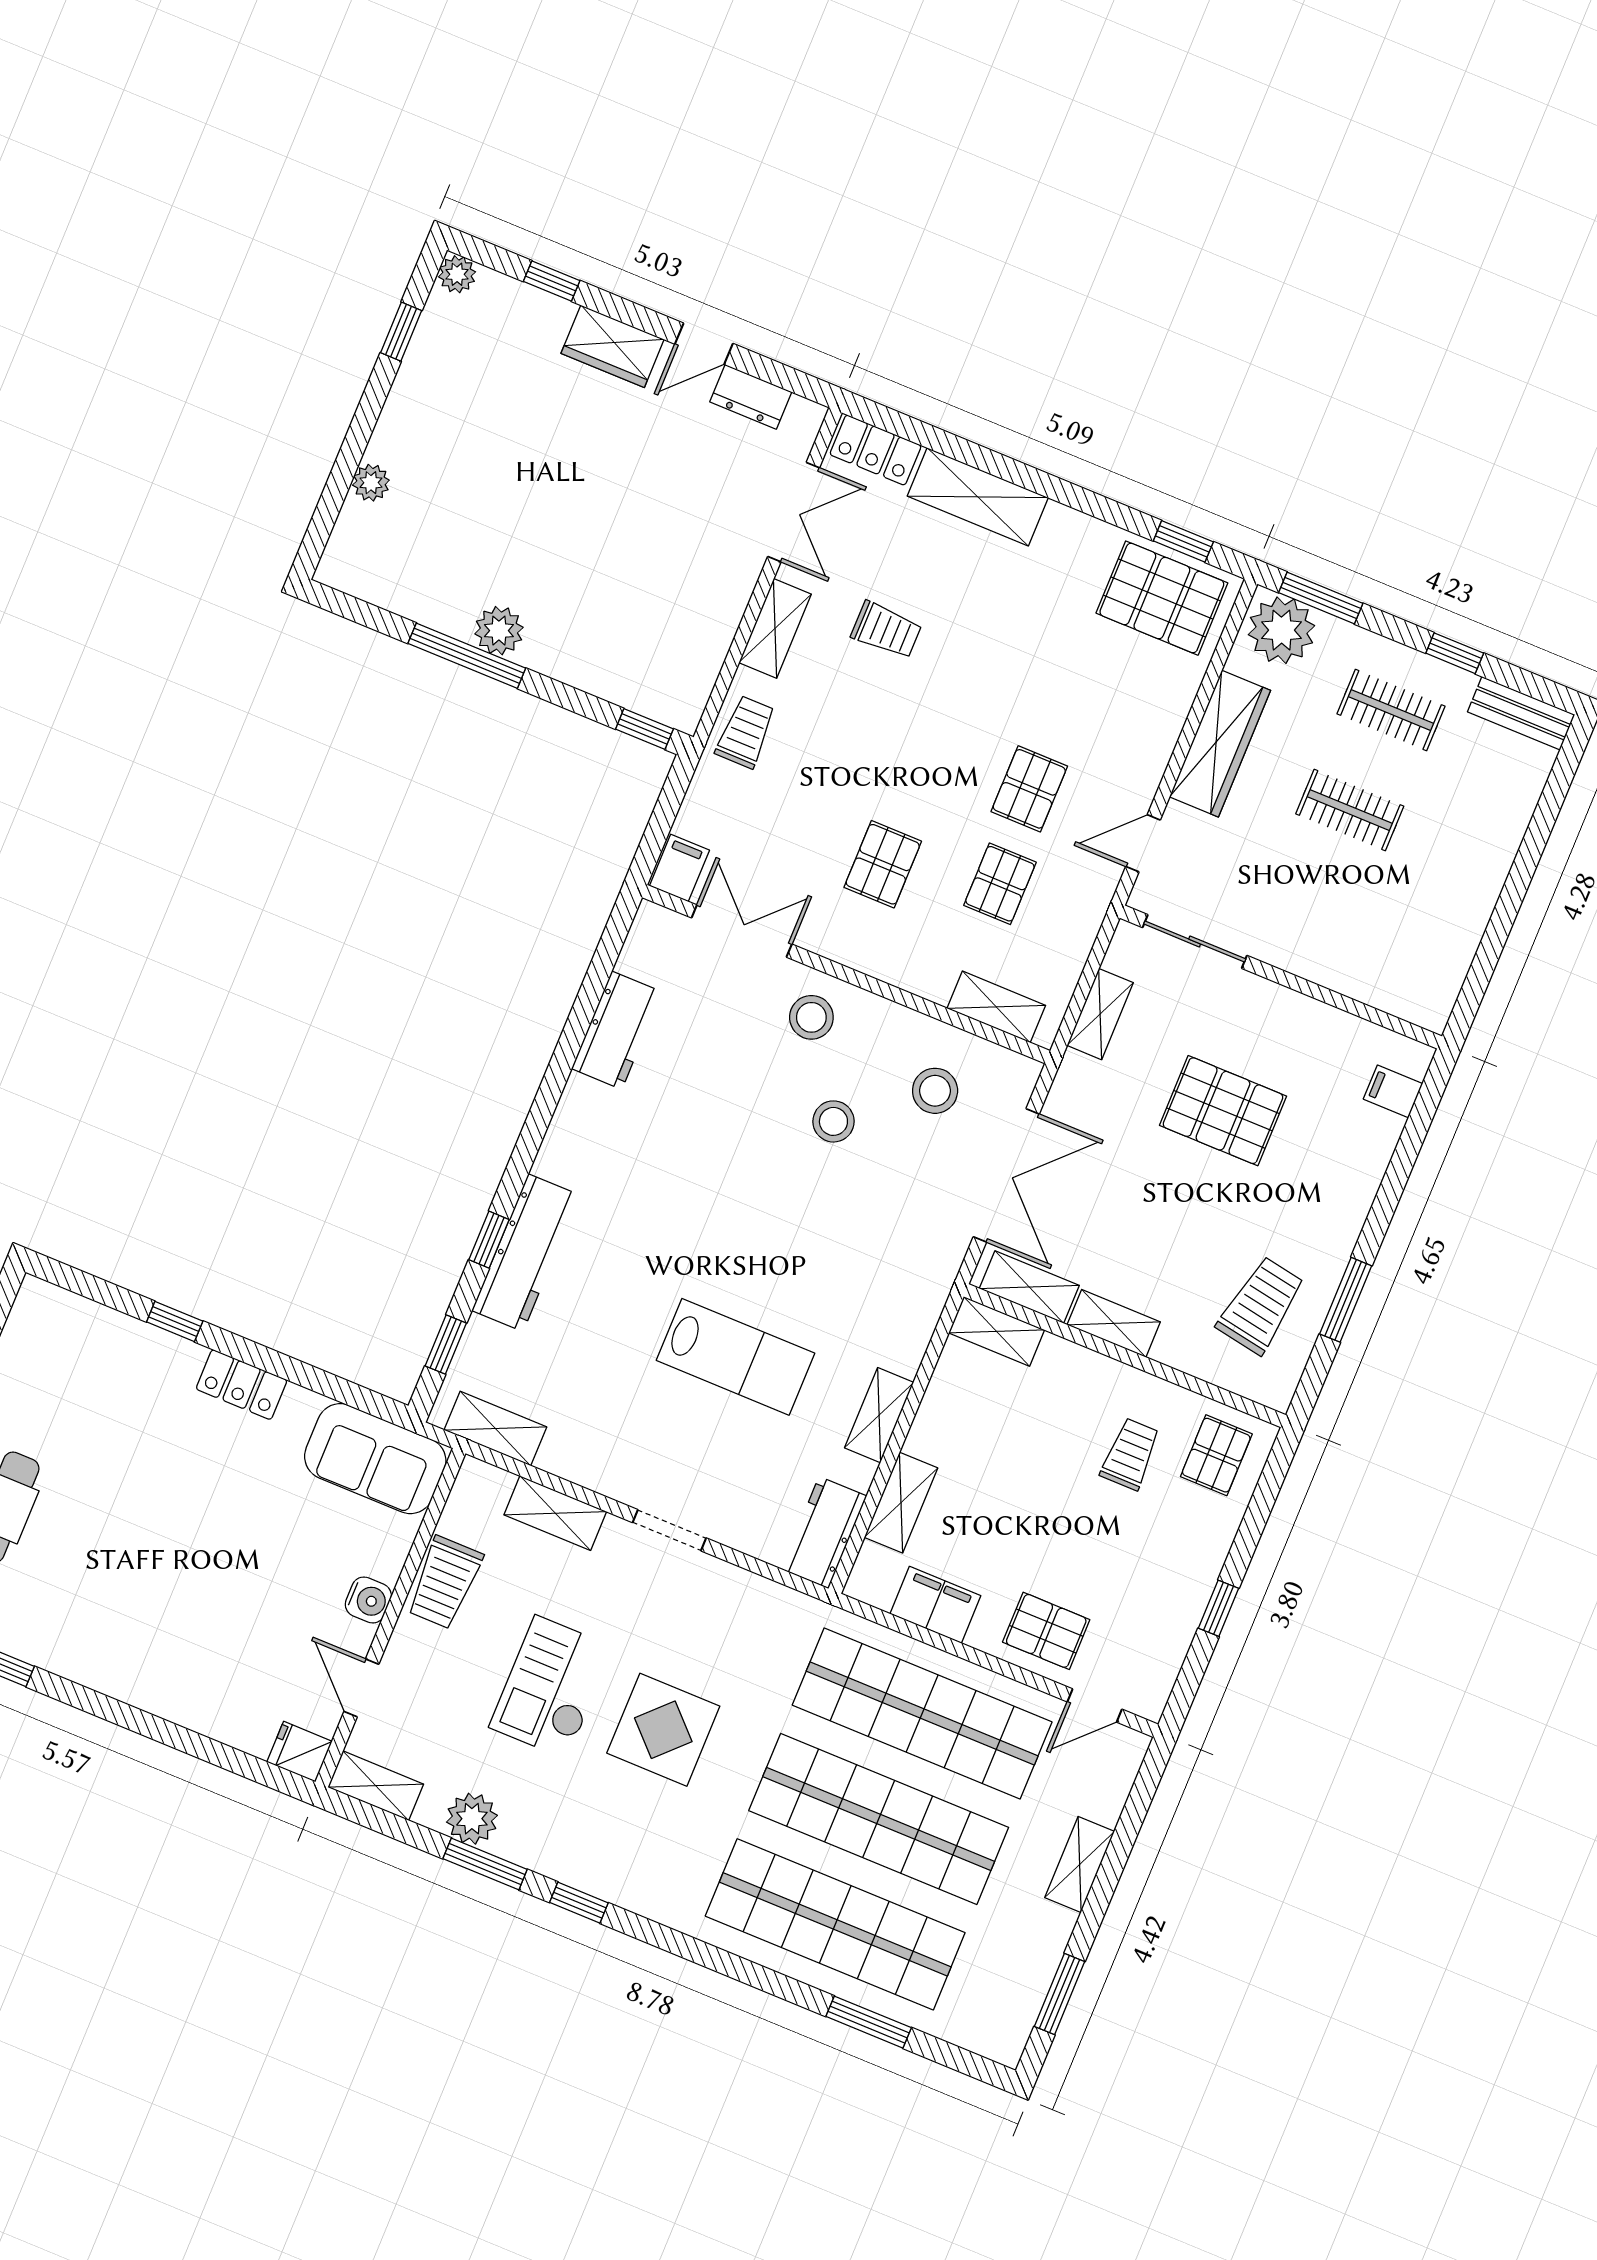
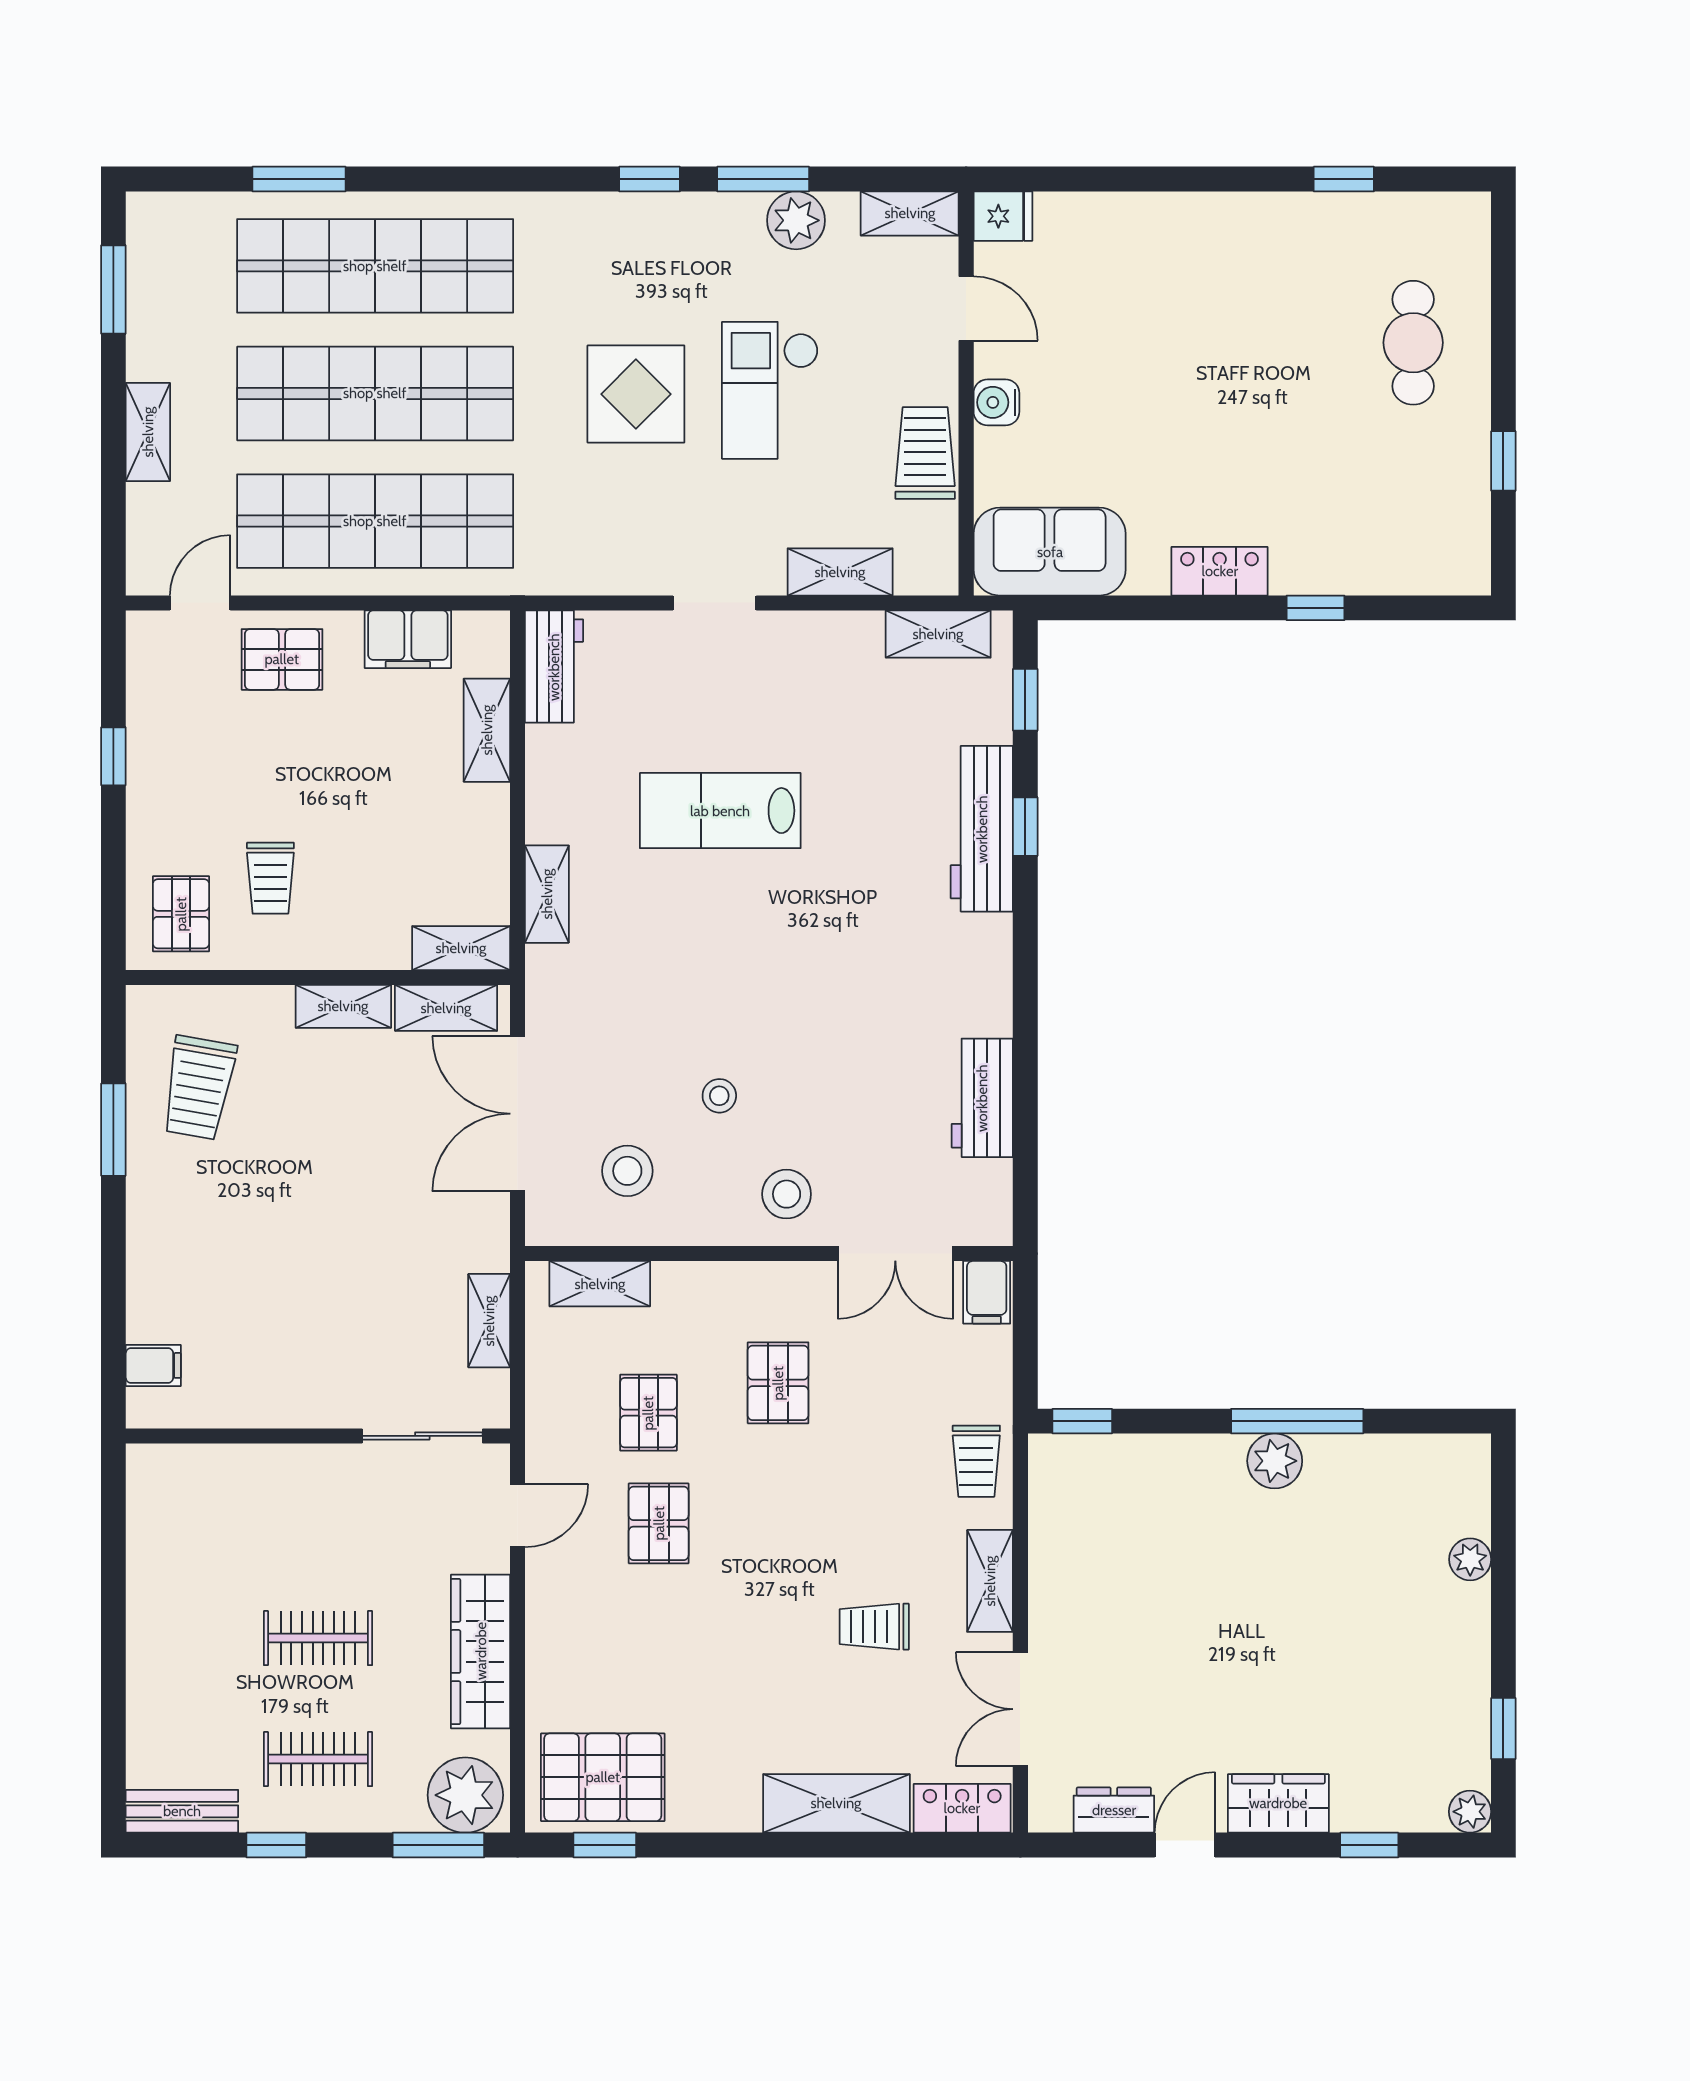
pallet: (1223, 1111) -> (321, 1273), removed
stool: (833, 1121) -> (719, 1096), width x0.73, depth x0.73
shelving: (879, 1415) -> (547, 894), moved
checkout: (551, 1687) -> (770, 390), turned 180

